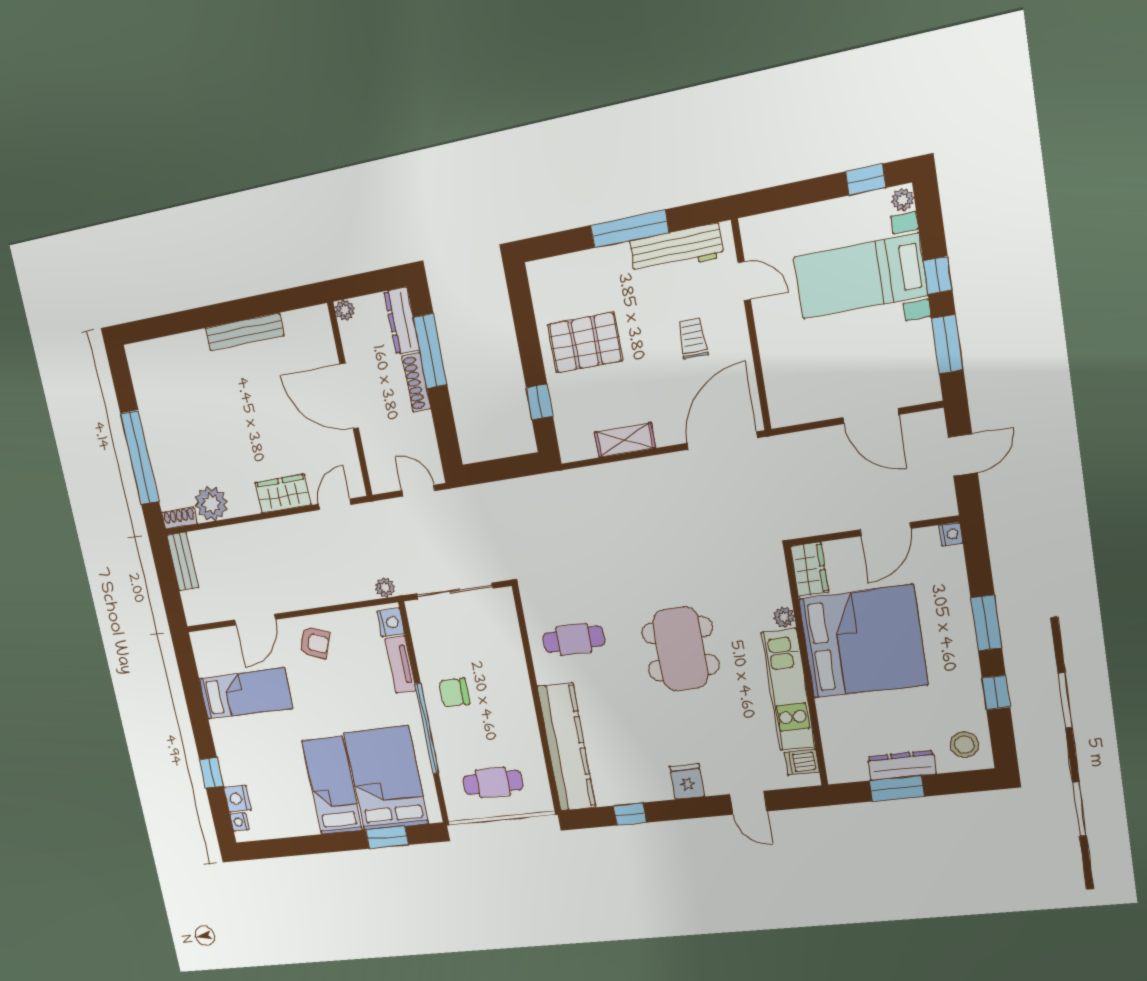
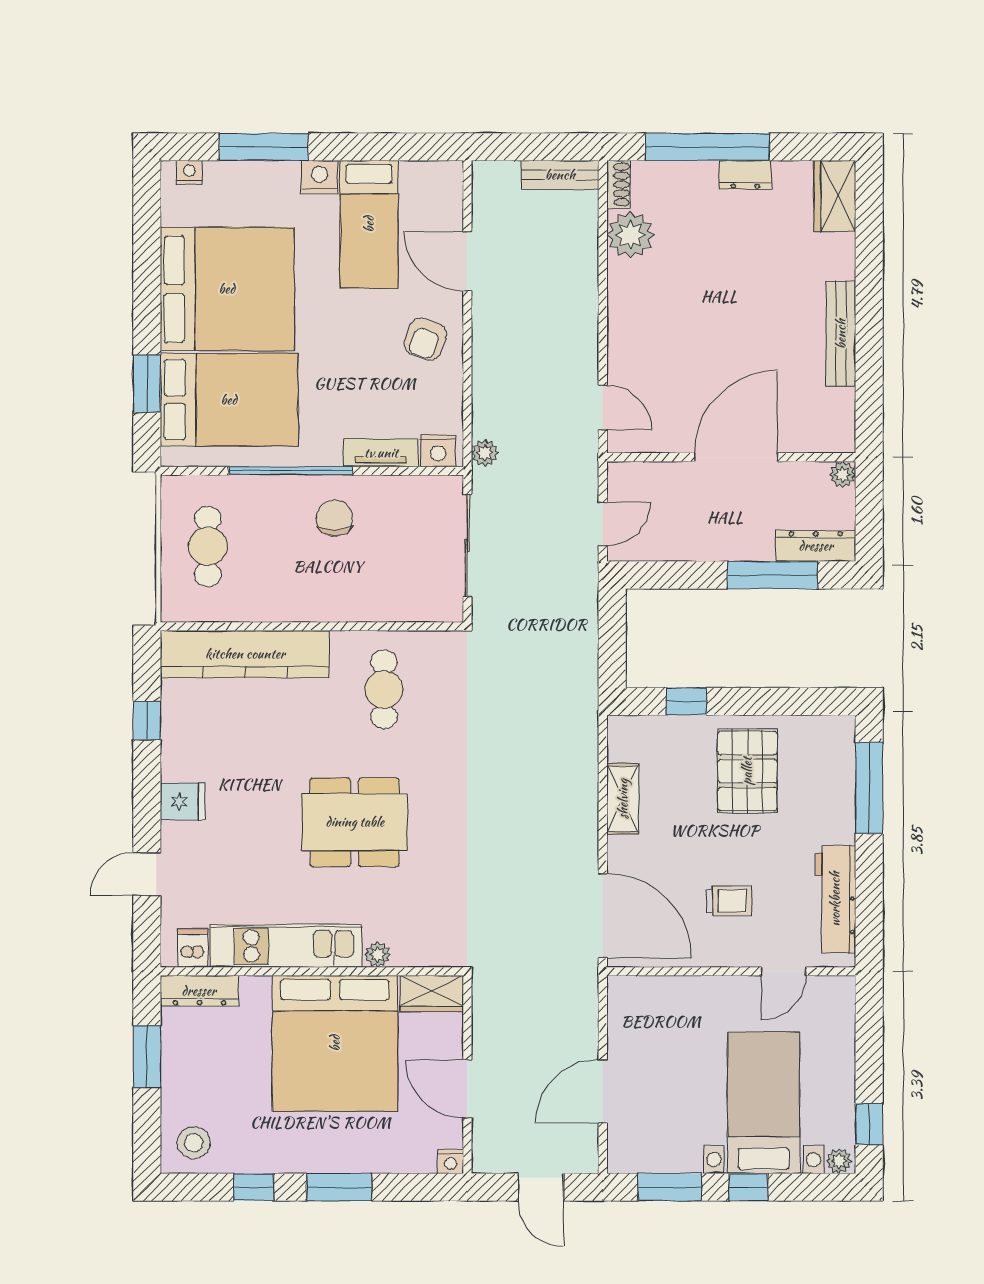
window: (630, 229) -> (869, 788), moved
shoe rack: (416, 382) -> (737, 549), removed
dresser: (152, 426) -> (745, 175), added
wardrobe: (283, 494) -> (835, 196), moved, turned 180
dresser: (902, 765) -> (199, 991), moved, turned 90
window: (211, 773) -> (264, 147), width x2.17
bed: (332, 785) -> (227, 289), width x2.04
nightstand: (237, 799) -> (319, 177), moved

